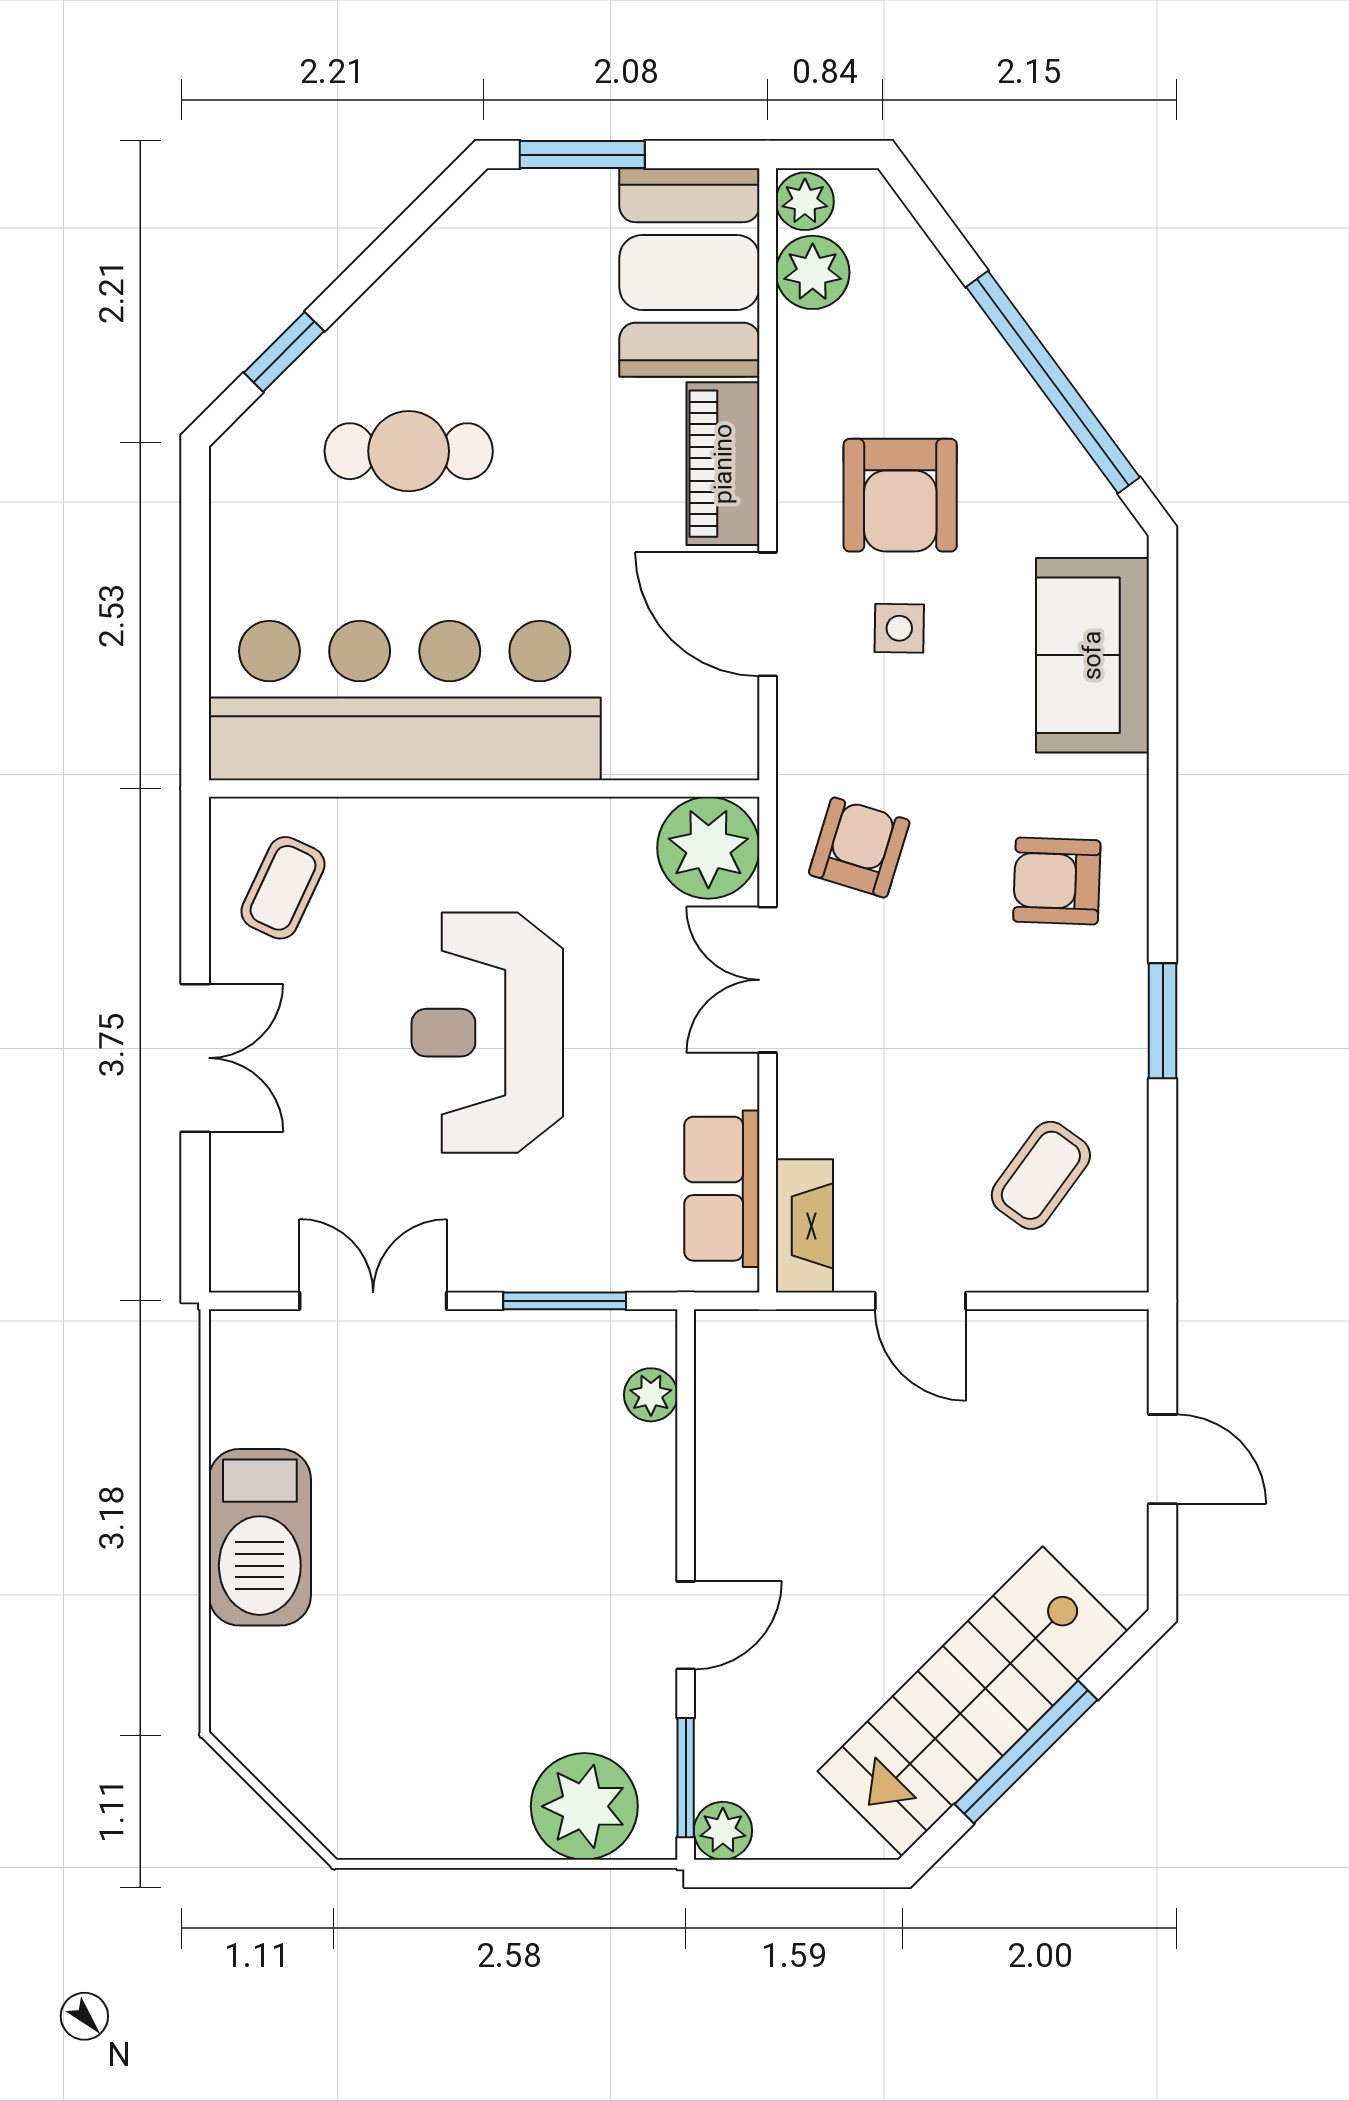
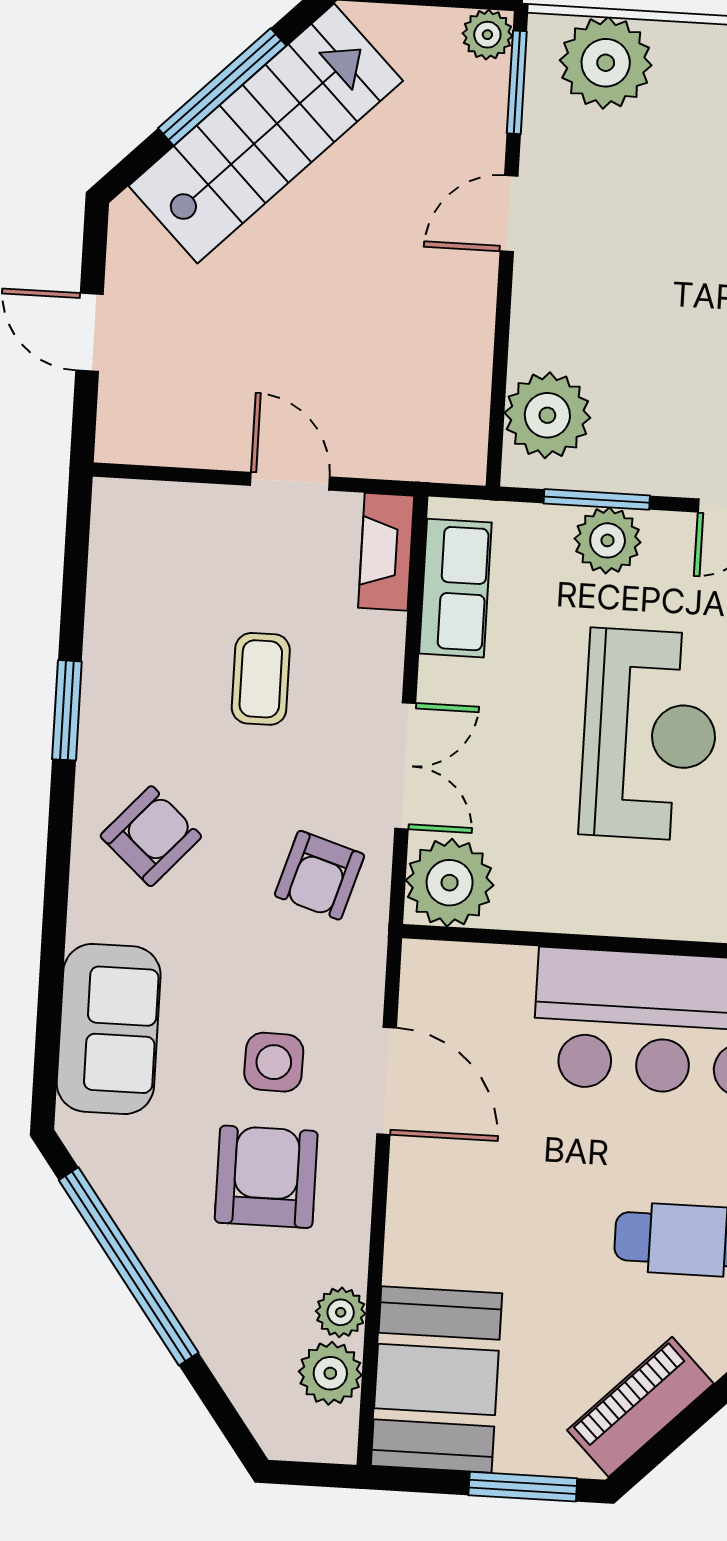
plant: (805, 201) -> (341, 1312), moved
piano: (723, 464) -> (640, 1407), moved, turned -135
side table: (899, 628) -> (274, 1062), width x1.37, depth x1.37
armchair: (1057, 881) -> (151, 836), turned -50
coffee table: (1041, 1175) -> (261, 679), moved, turned -36
plant: (549, 1254) -> (608, 540), added
plant: (651, 1395) -> (547, 415), width x1.87, depth x1.87

